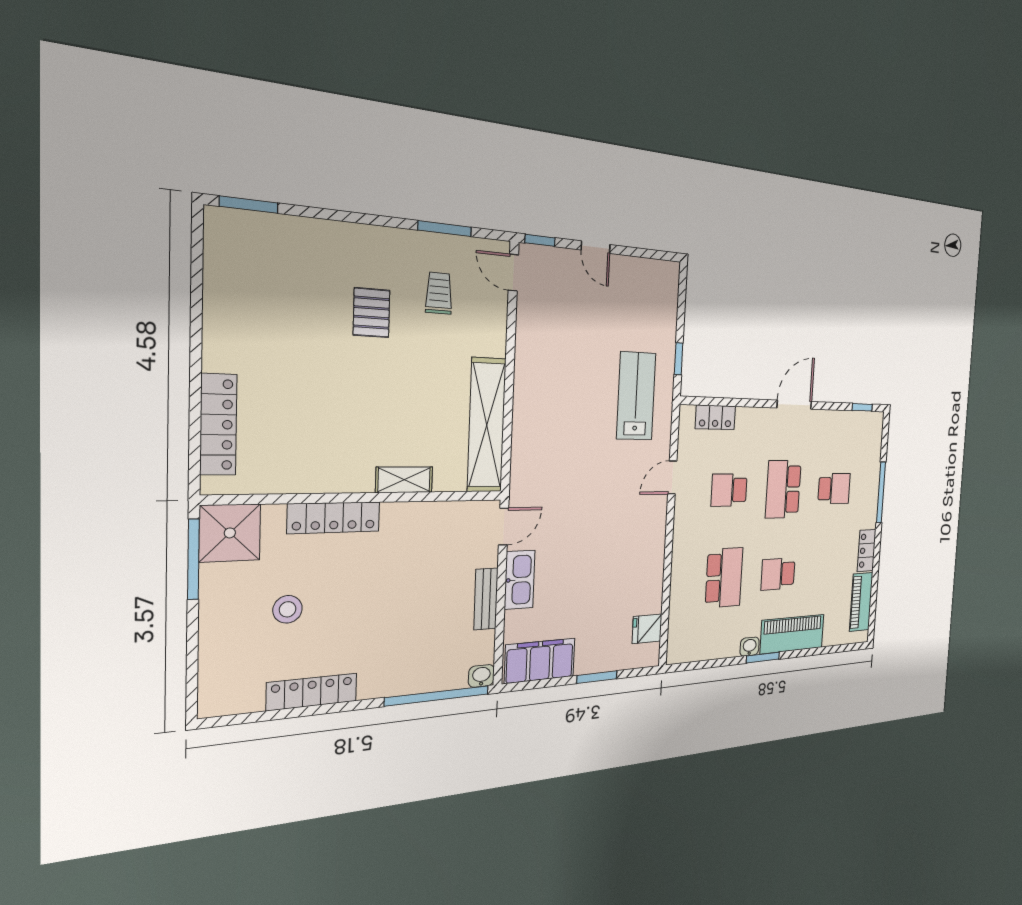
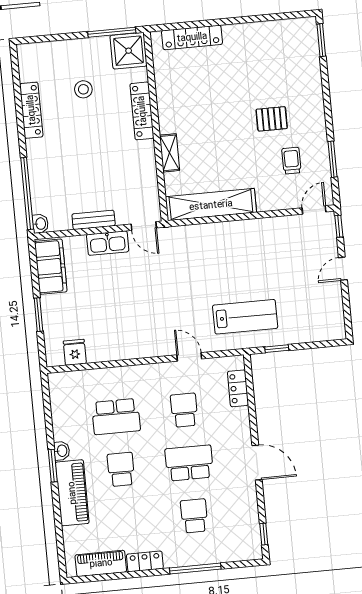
trolley: (439, 293) -> (291, 161), turned -90
school desk: (834, 489) -> (194, 516), turned 180

